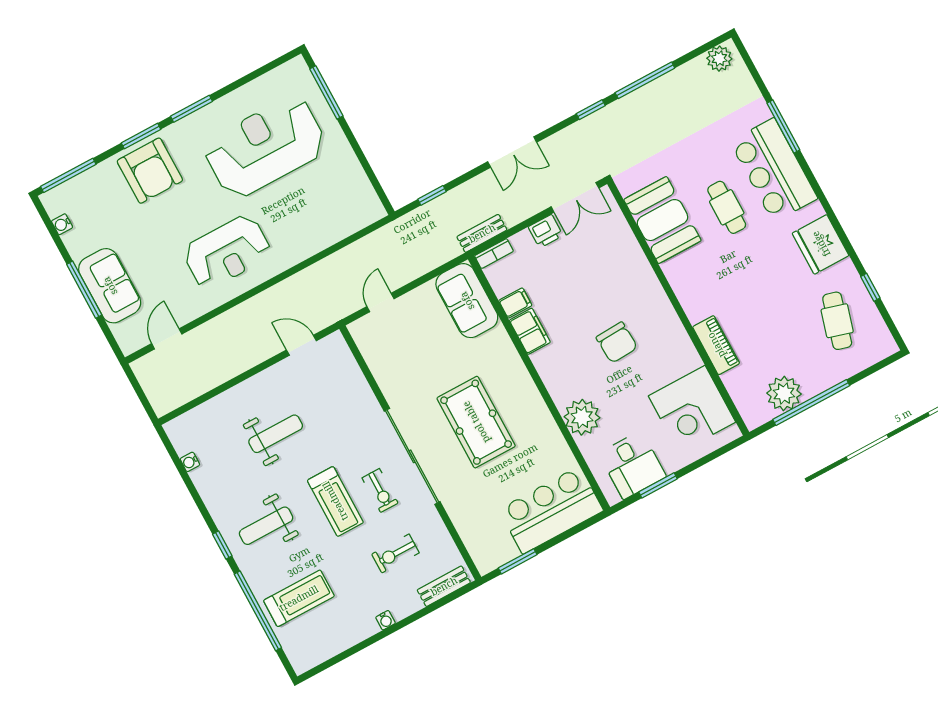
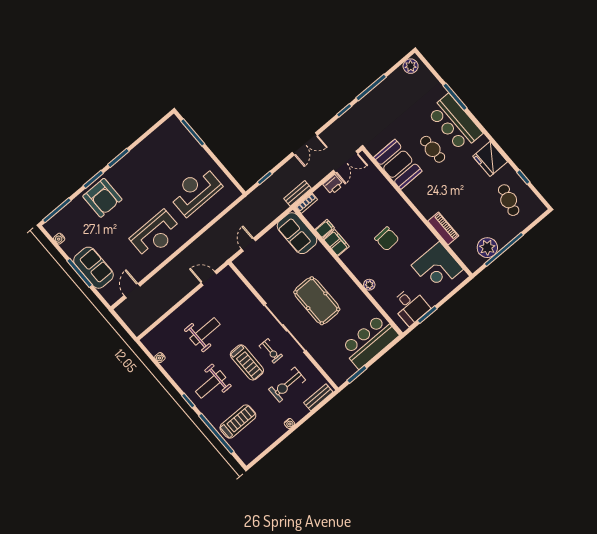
reception desk: (265, 147) -> (195, 191), moved, width x0.74, depth x0.77
plant: (582, 417) -> (369, 285), width x0.53, depth x0.53
exercise bike: (395, 553) -> (287, 385), width x1.38, depth x1.39

